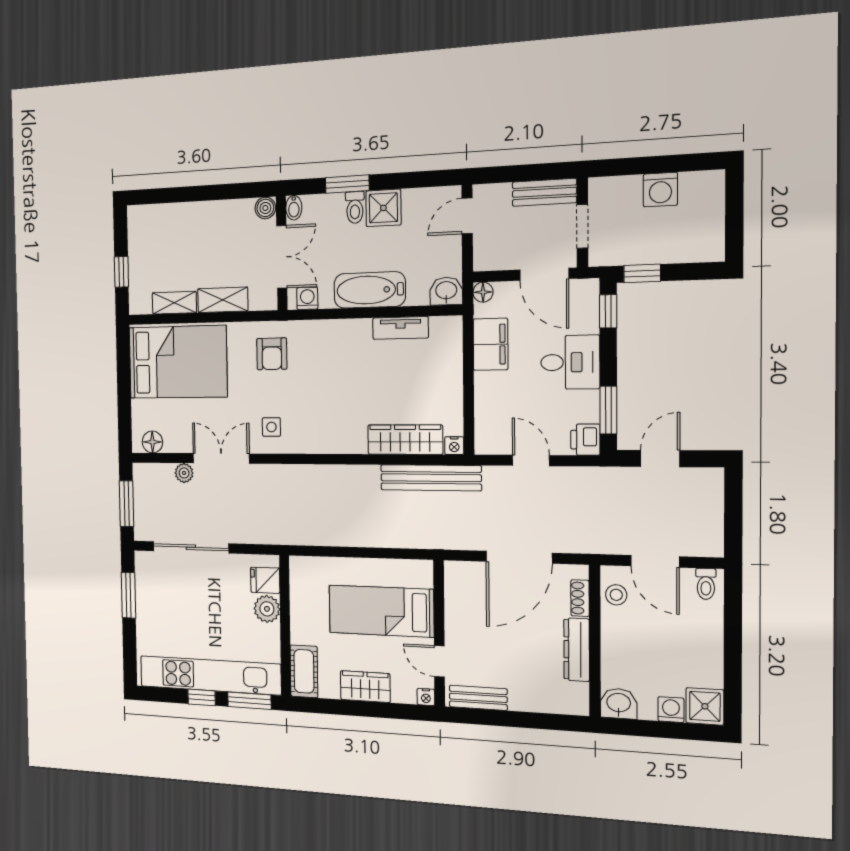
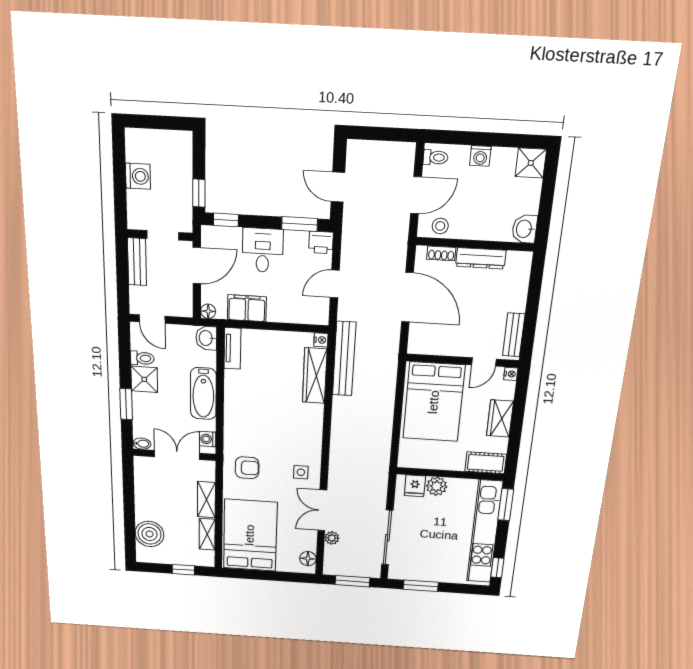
toilet: (355, 207) -> (142, 358), moved
boiler: (265, 208) -> (149, 534), moved, width x1.86, depth x1.86
tv unit: (401, 328) -> (232, 348), moved
bed: (381, 611) -> (434, 402), width x1.50
window: (201, 697) -> (497, 568), moved
washing machine: (671, 710) -> (480, 156), moved, turned -90

